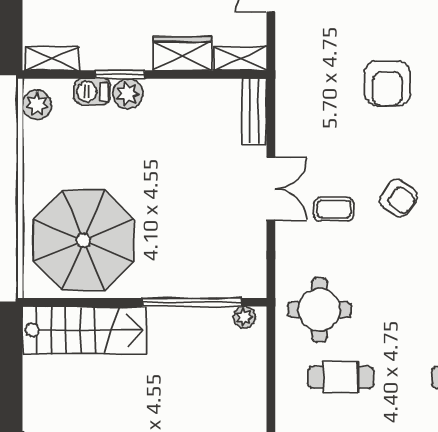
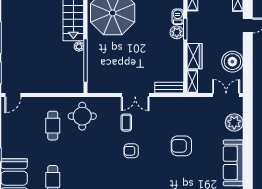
armchair: (398, 198) -> (131, 151), turned 55
plant: (245, 317) -> (79, 47), moved

